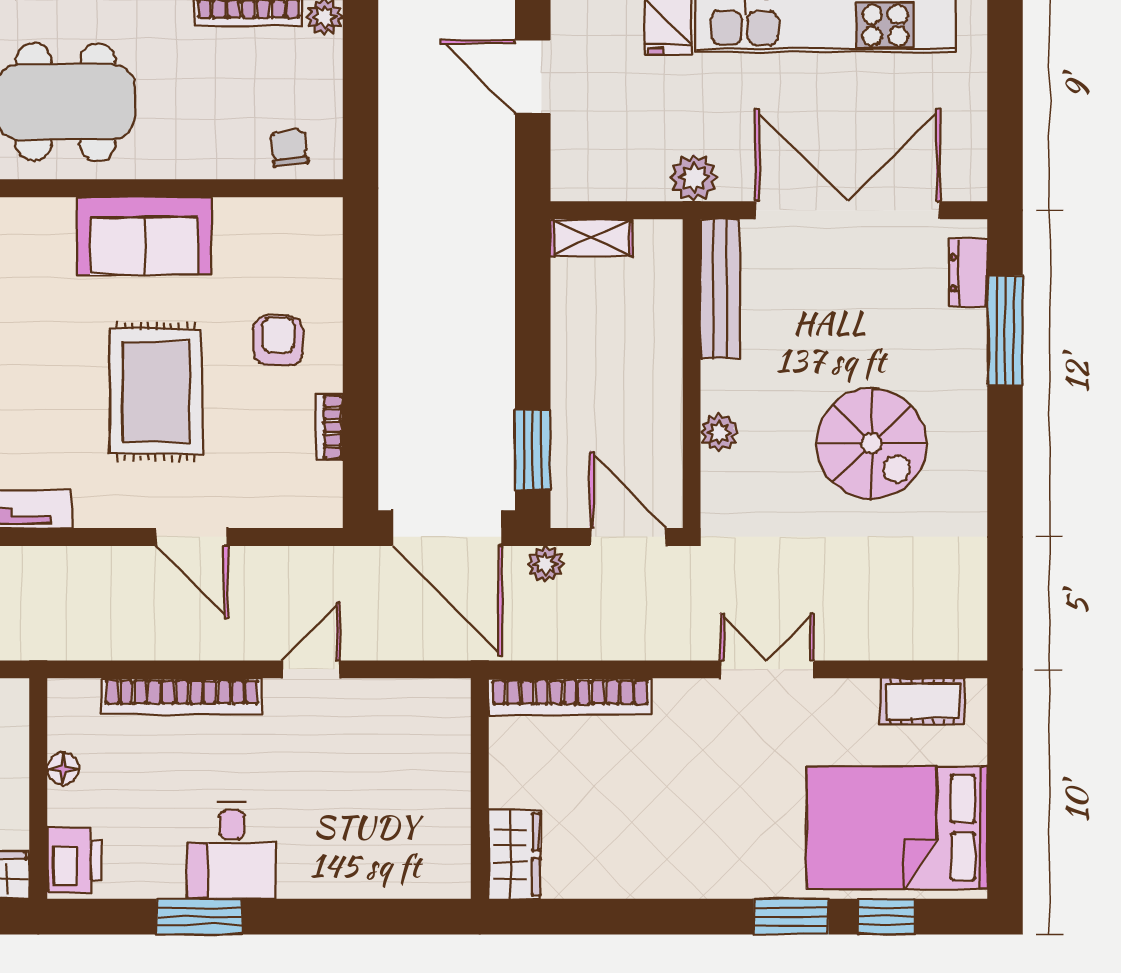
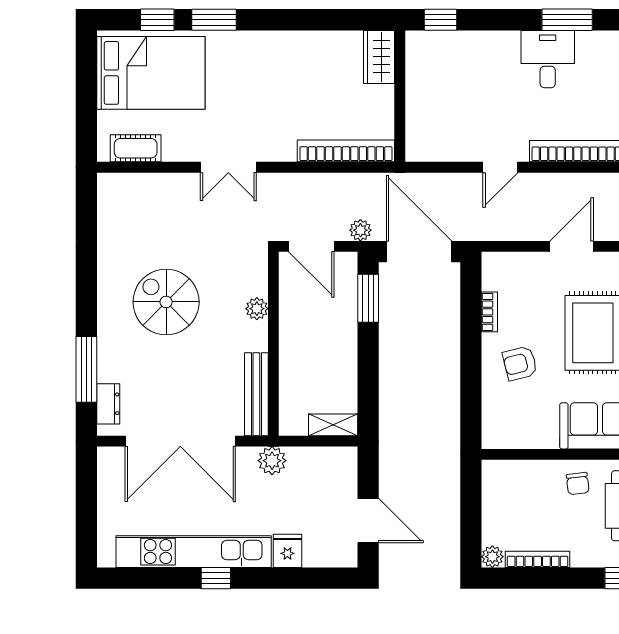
chair: (289, 148) -> (578, 484), moved
armchair: (278, 341) -> (520, 363), turned 76
door: (192, 537) -> (572, 246), hinge flipped
window: (411, 917) -> (441, 20), added

